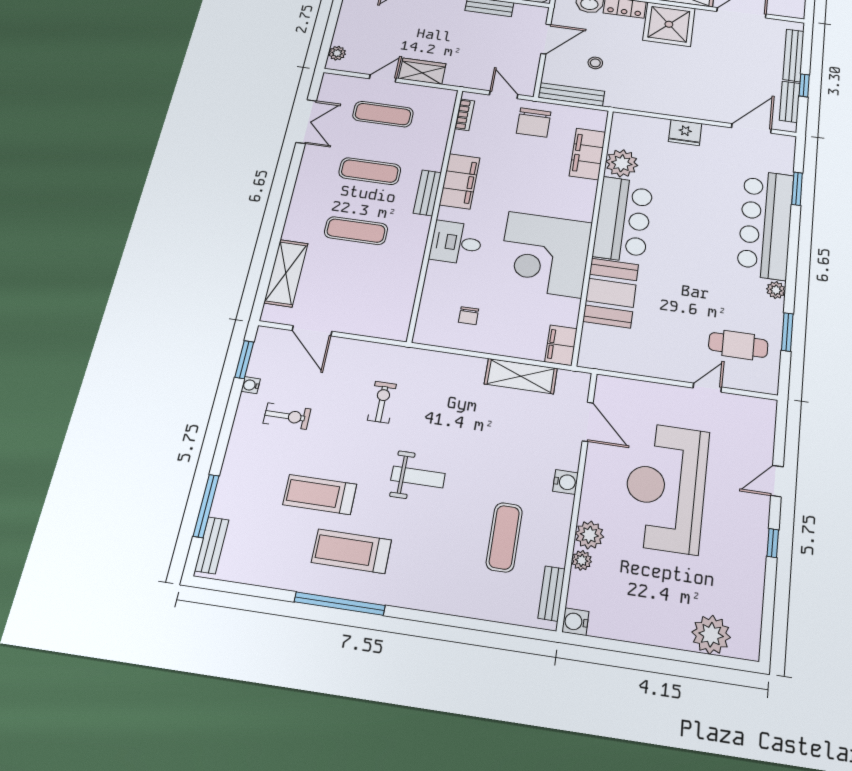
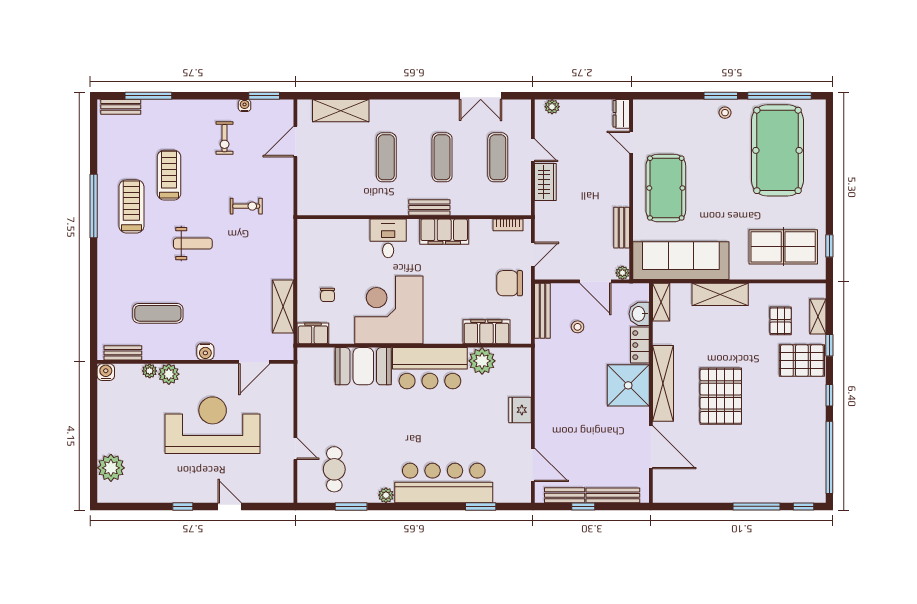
plant: (540, 13) -> (622, 273), added
chair: (469, 316) -> (328, 295), moved, turned -90
weight bench: (418, 477) -> (193, 244), turned -90

